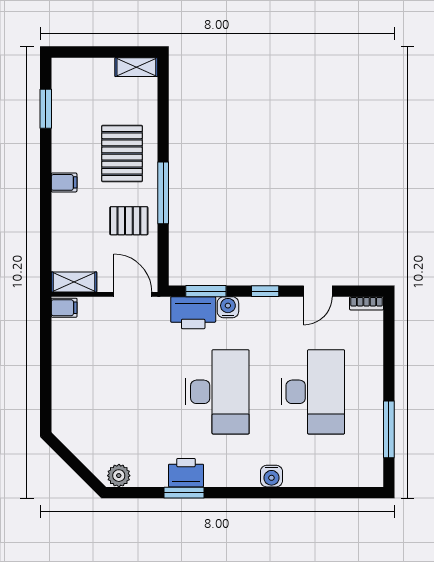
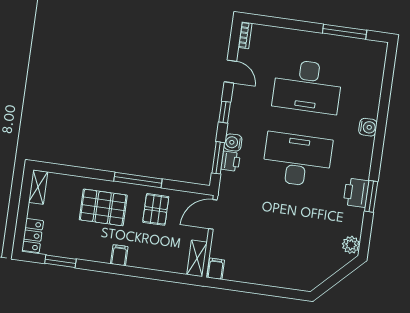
locker: (74, 69) -> (33, 236), added
printer: (193, 313) -> (231, 161), width x0.53, depth x0.68
desk: (313, 392) -> (307, 86), turned 180

